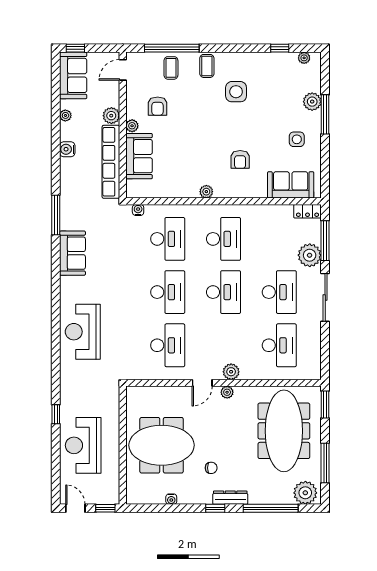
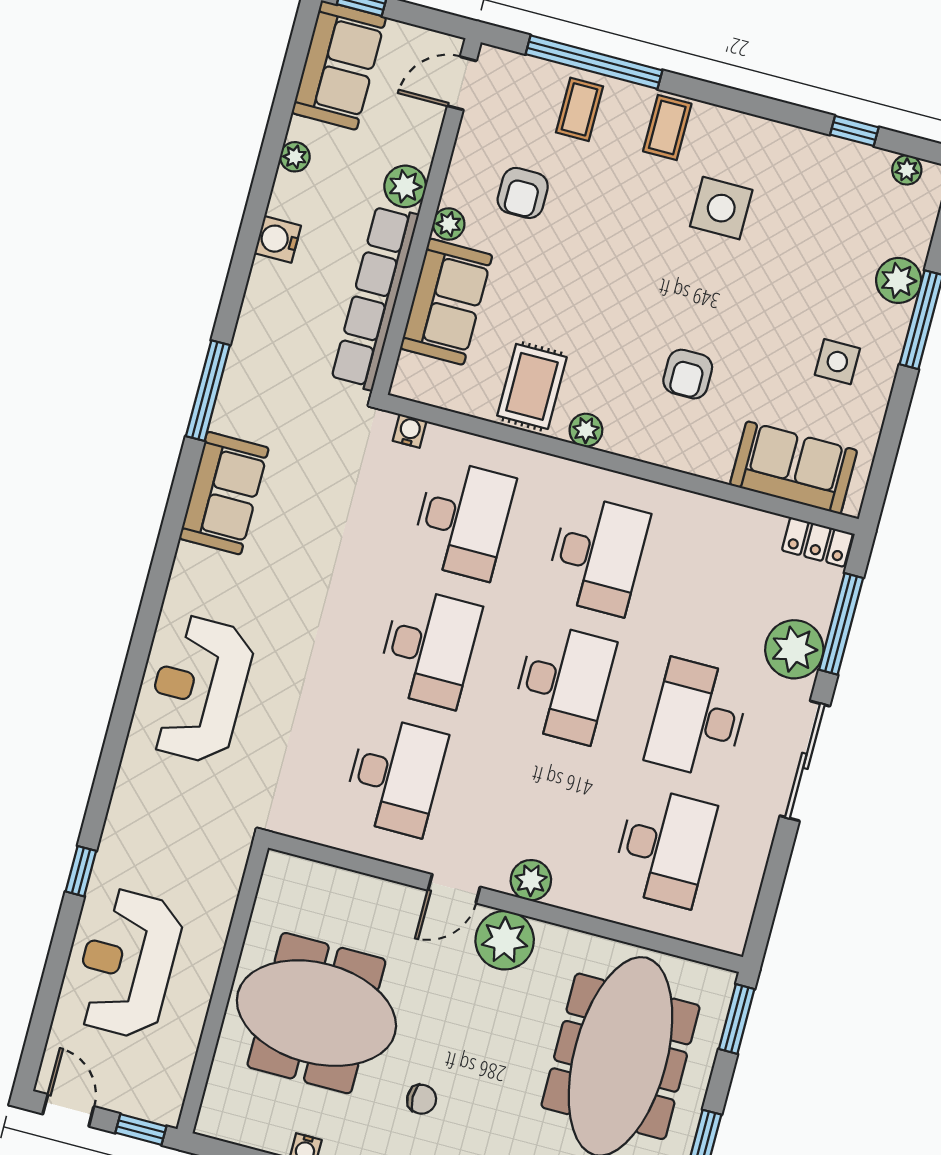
rug: (181, 180) -> (532, 386), added
desk: (279, 292) -> (698, 719), turned 180
plant: (227, 392) -> (505, 940), width x1.88, depth x1.88

